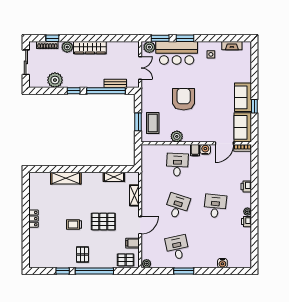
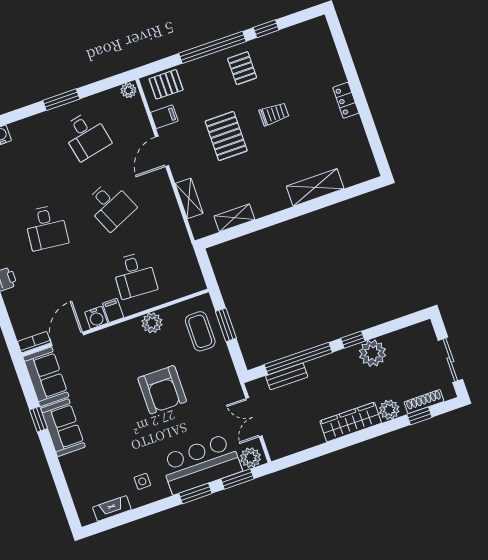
plant: (55, 80) -> (372, 353), moved
desk: (177, 206) -> (110, 205), turned -42
pallet: (103, 222) -> (226, 136), turned 90

